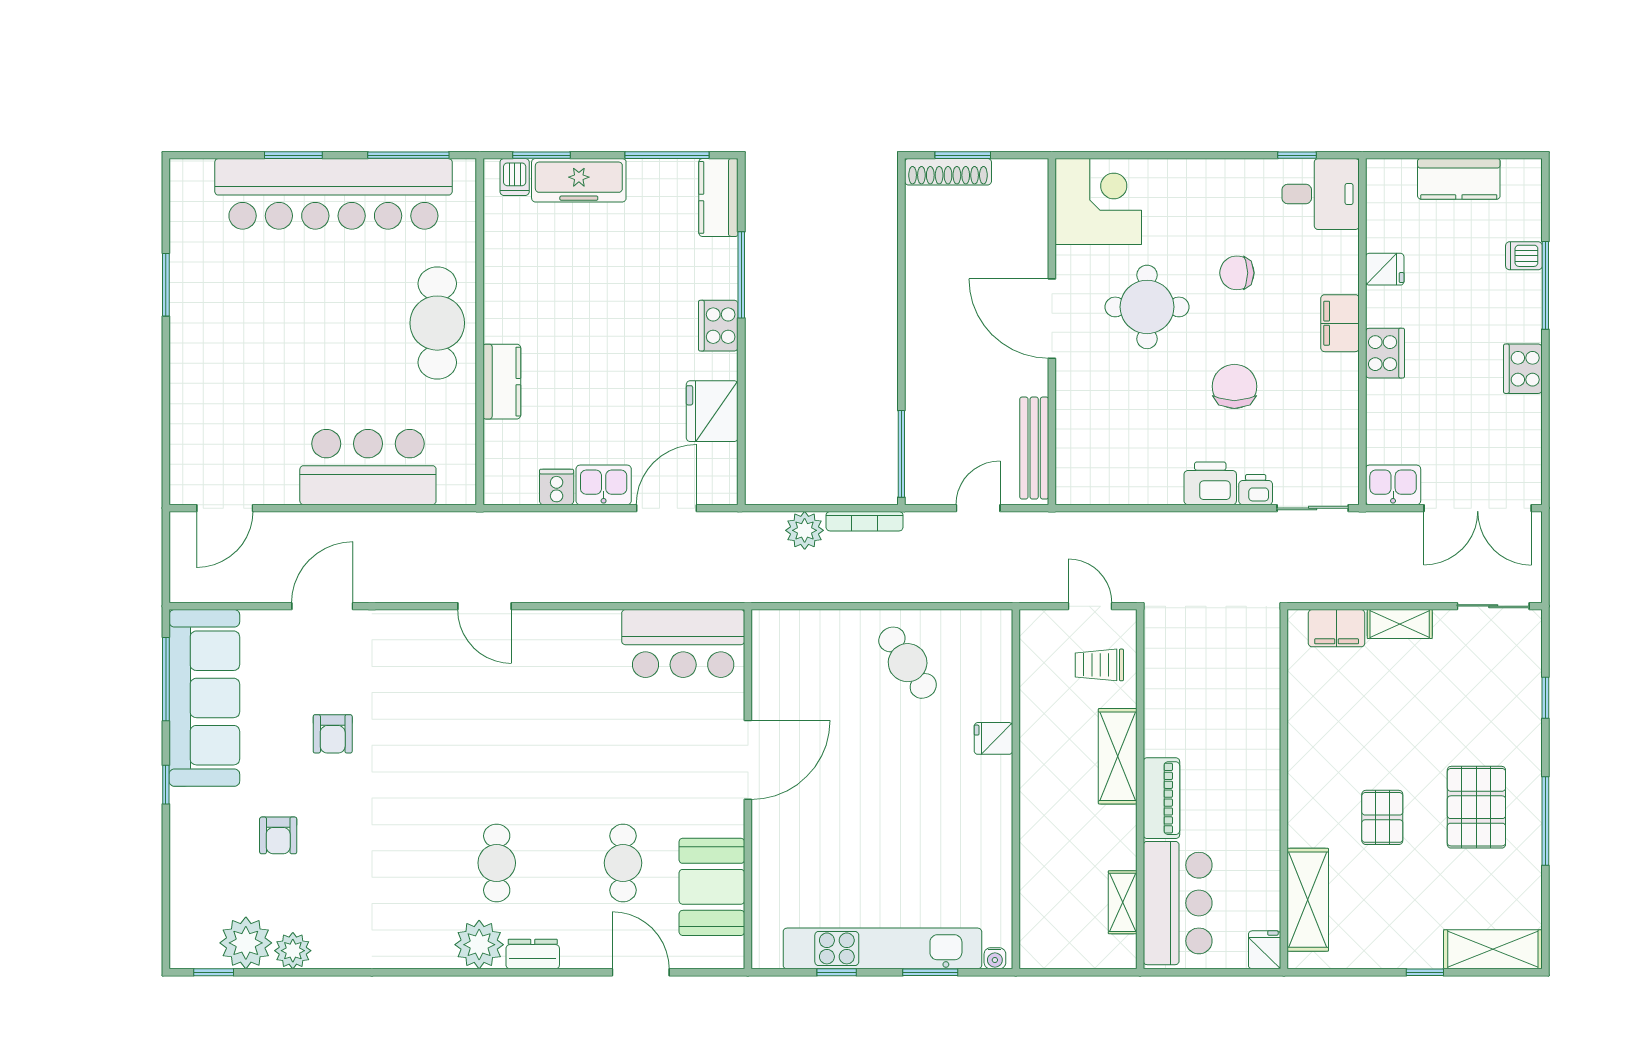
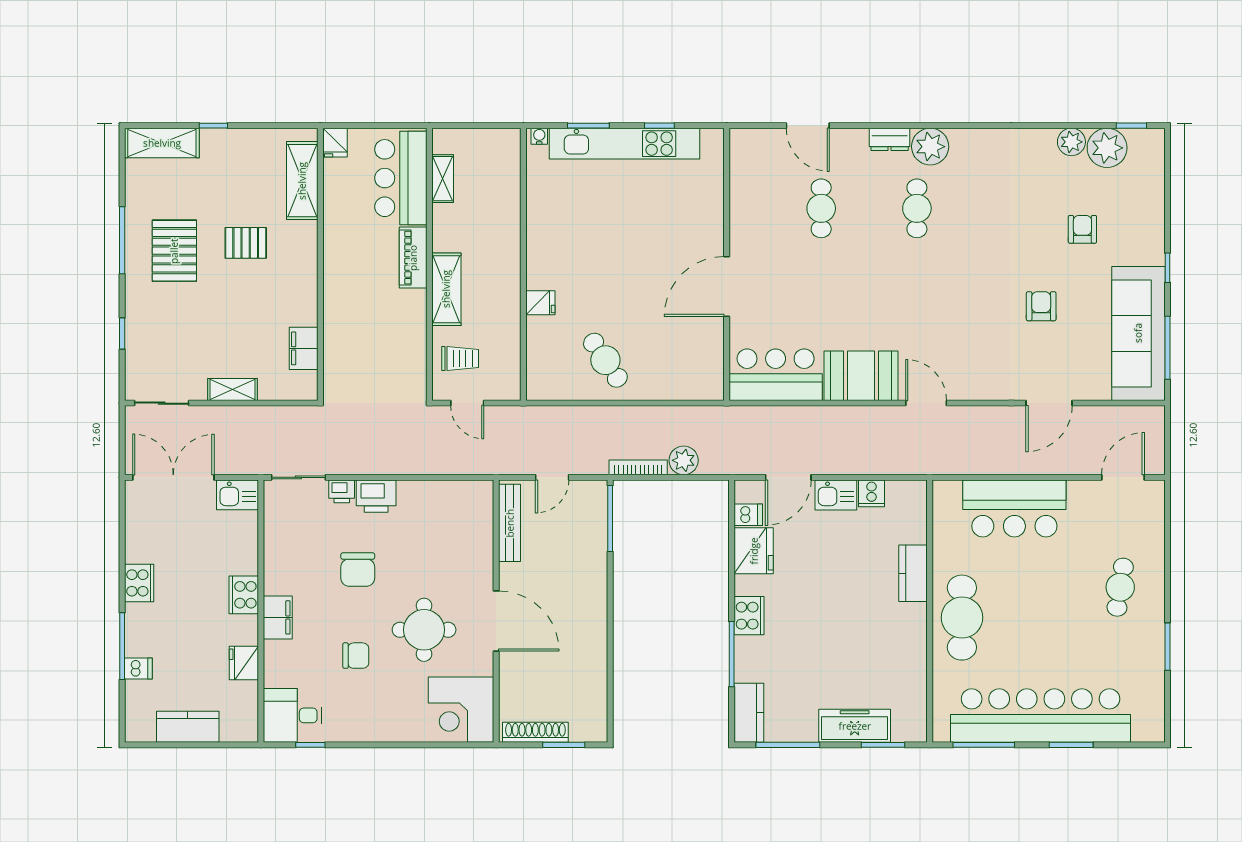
shoe rack: (948, 172) -> (535, 732), moved
dishwasher: (515, 177) -> (748, 515), moved, turned 90
fridge: (1385, 269) -> (244, 663), width x1.38
cafe table: (228, 363) -> (1120, 587), added
filing cabinet: (1337, 628) -> (304, 348), moved, turned -90
pallet: (1382, 817) -> (246, 243), turned 90
booth: (712, 887) -> (861, 376), moved, turned 90

